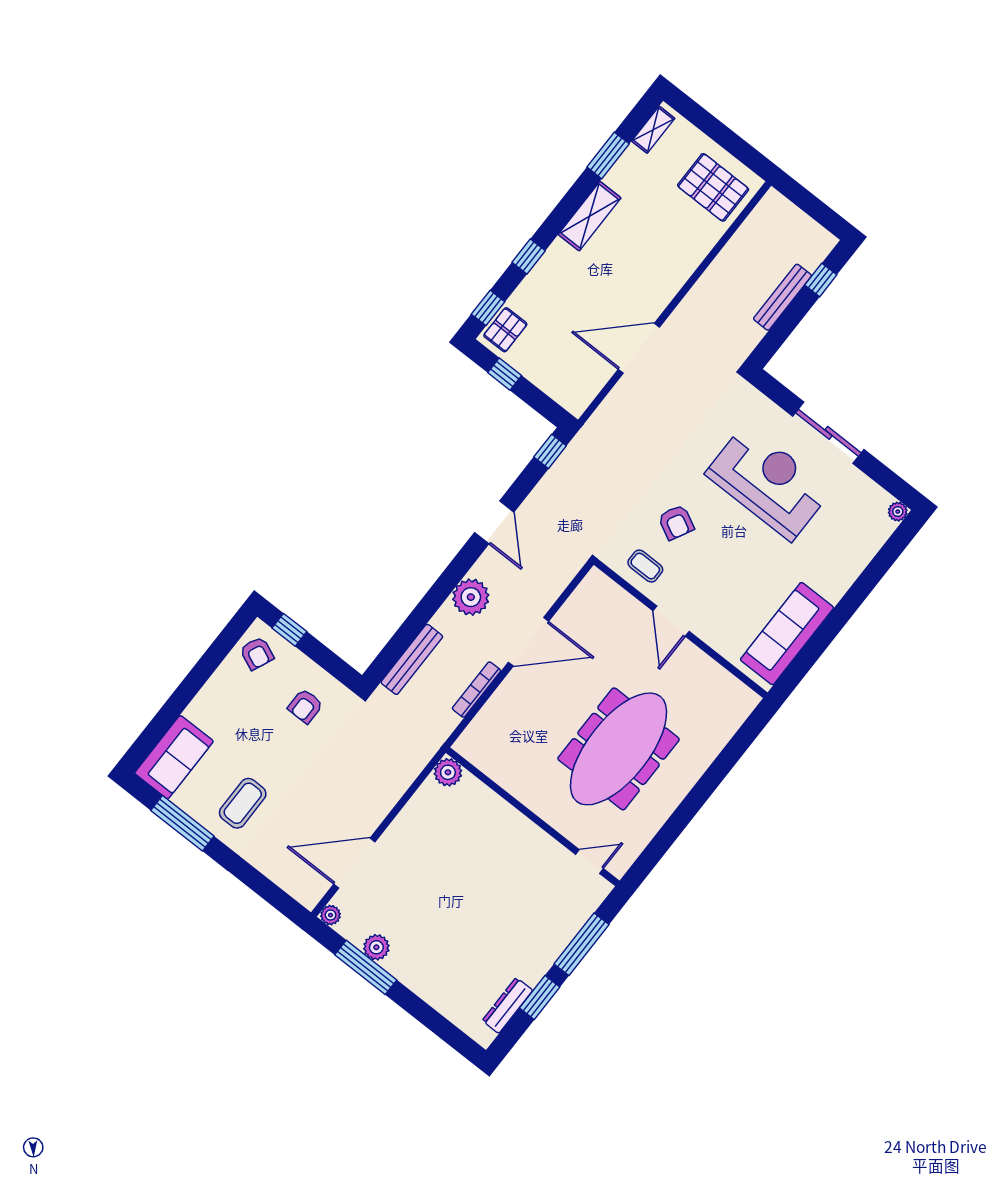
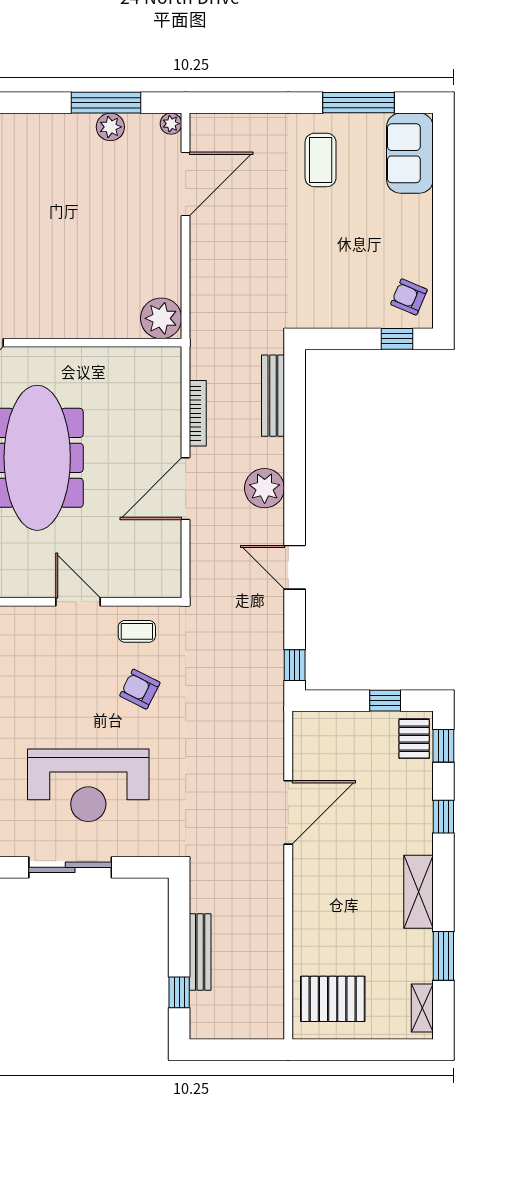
armchair: (305, 706) -> (332, 285), removed
plant: (448, 772) -> (161, 318), width x1.36, depth x1.36

